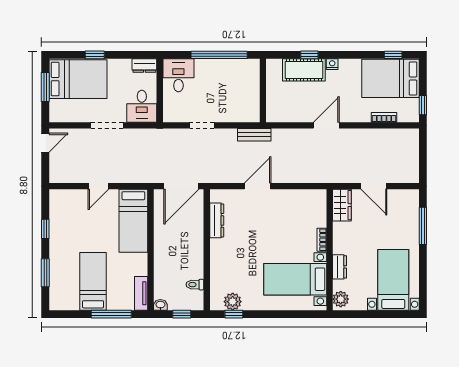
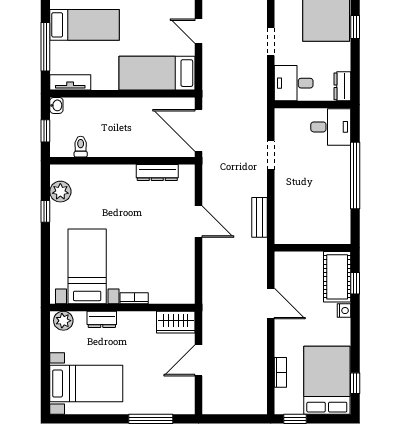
wall: (263, 91) -> (312, 248), moved
doorway: (107, 125) -> (271, 42), width x0.73
window: (234, 314) -> (45, 211), moved

